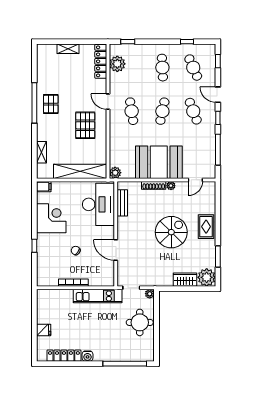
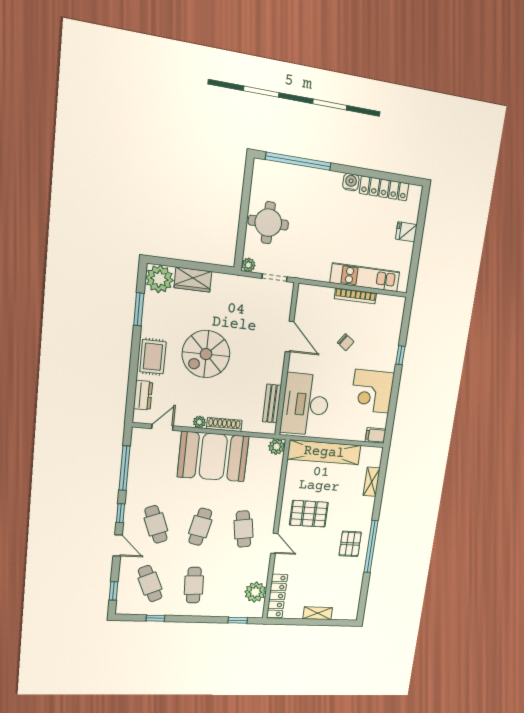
pallet: (85, 125) -> (309, 514), turned 90
dresser: (210, 200) -> (143, 395), added
kitchen unit: (98, 296) -> (365, 277), moved

